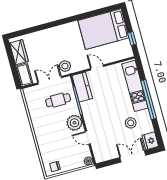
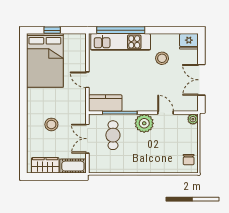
window: (132, 39) -> (52, 30), moved
stool: (65, 66) -> (51, 124), moved
door: (97, 67) -> (87, 80), hinge flipped
window: (149, 99) -> (121, 30), moved
door: (88, 138) -> (166, 113), swing flipped
double door: (133, 156) -> (201, 80), moved

